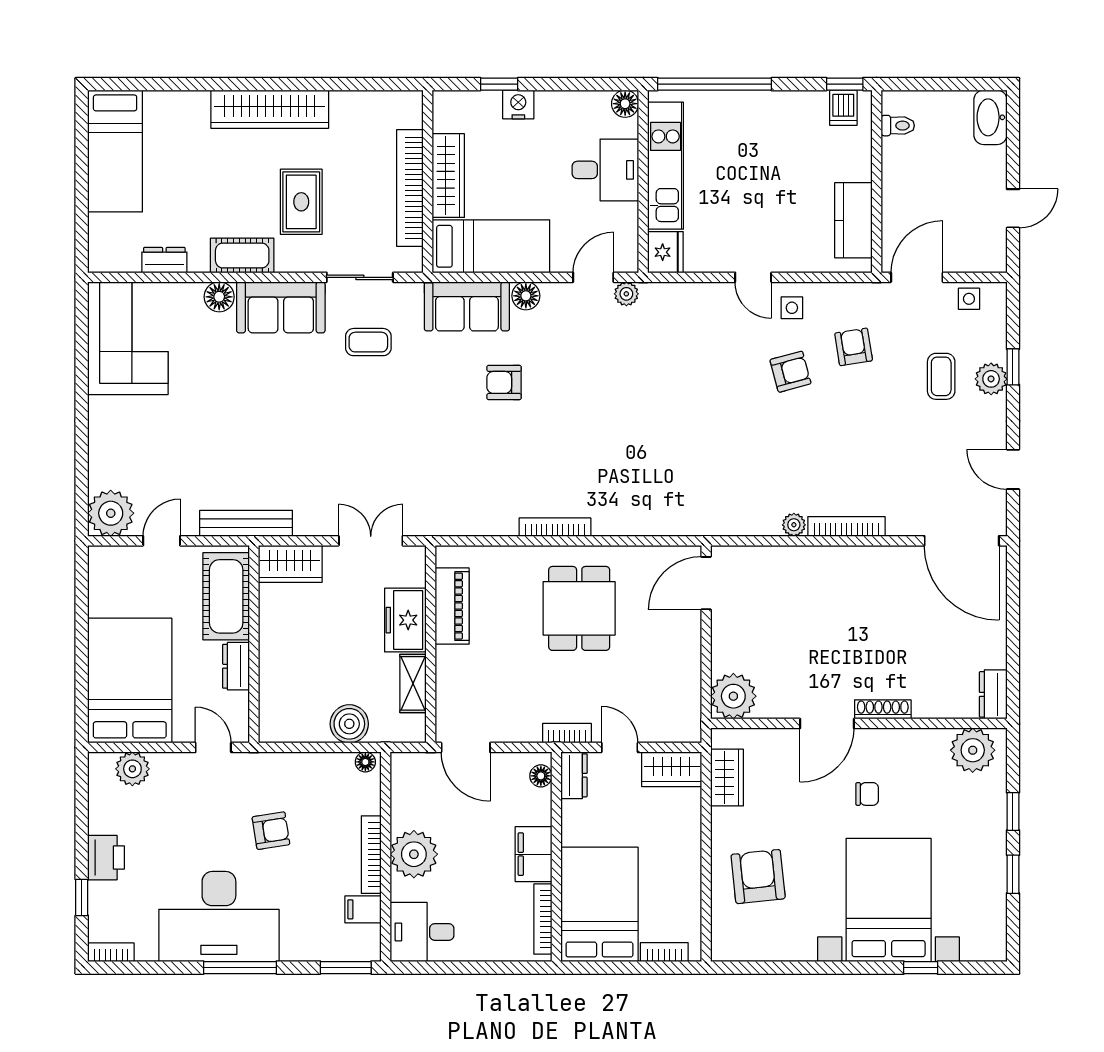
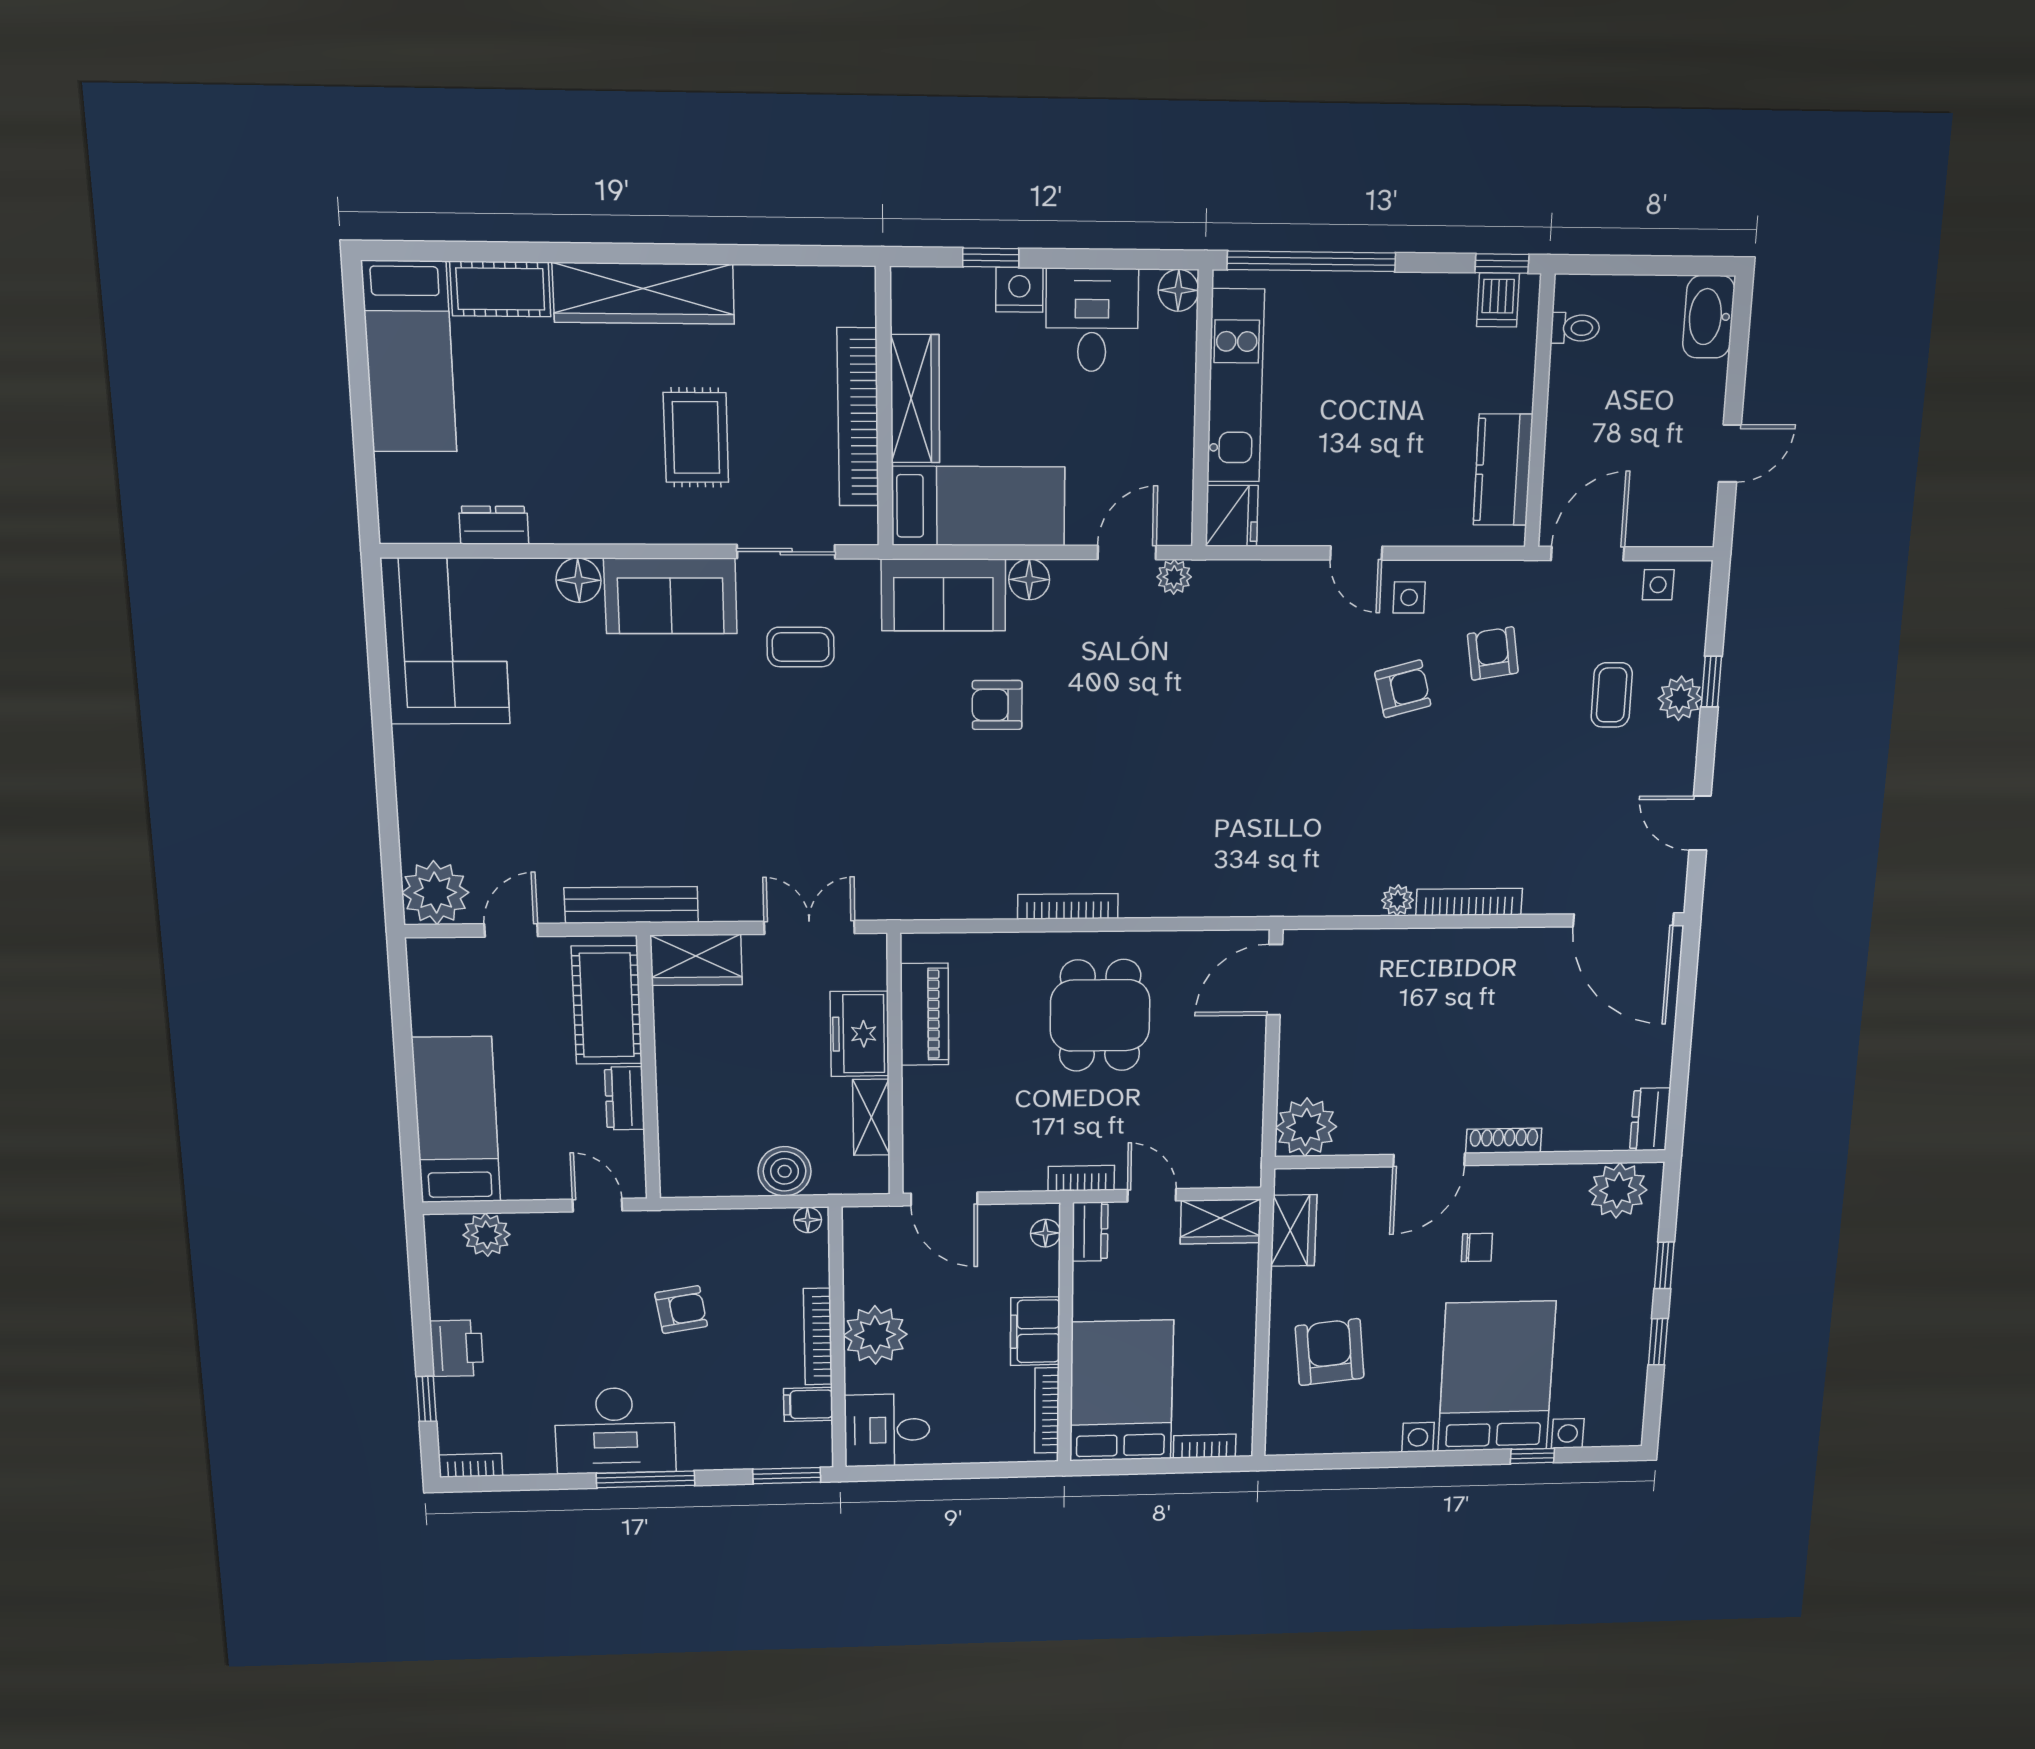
desk: (605, 170) -> (1092, 320), moved, turned -90
cot: (242, 256) -> (500, 289), moved
bed: (130, 681) -> (456, 1120), width x0.67
desk: (219, 917) -> (615, 1431), width x0.73, depth x0.77

